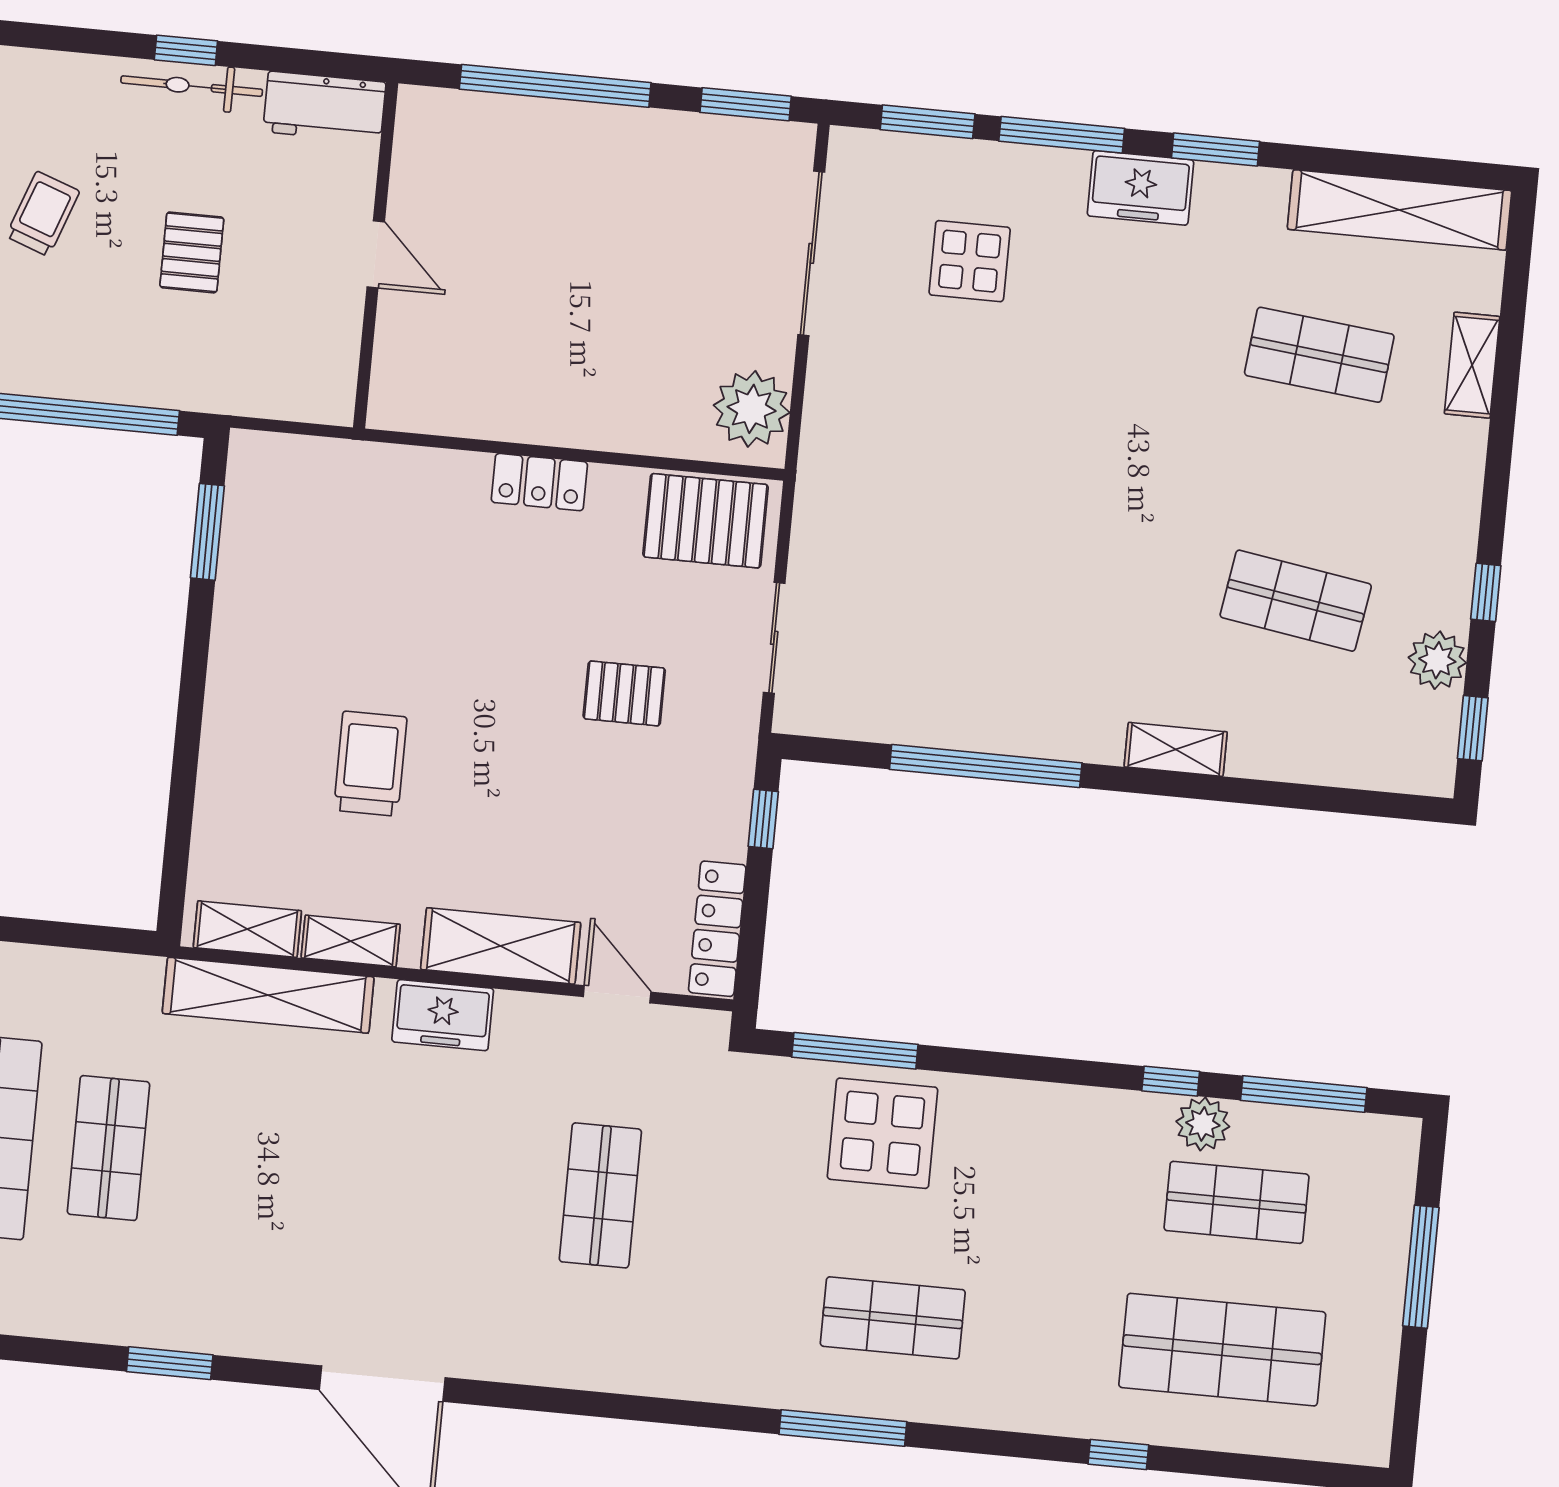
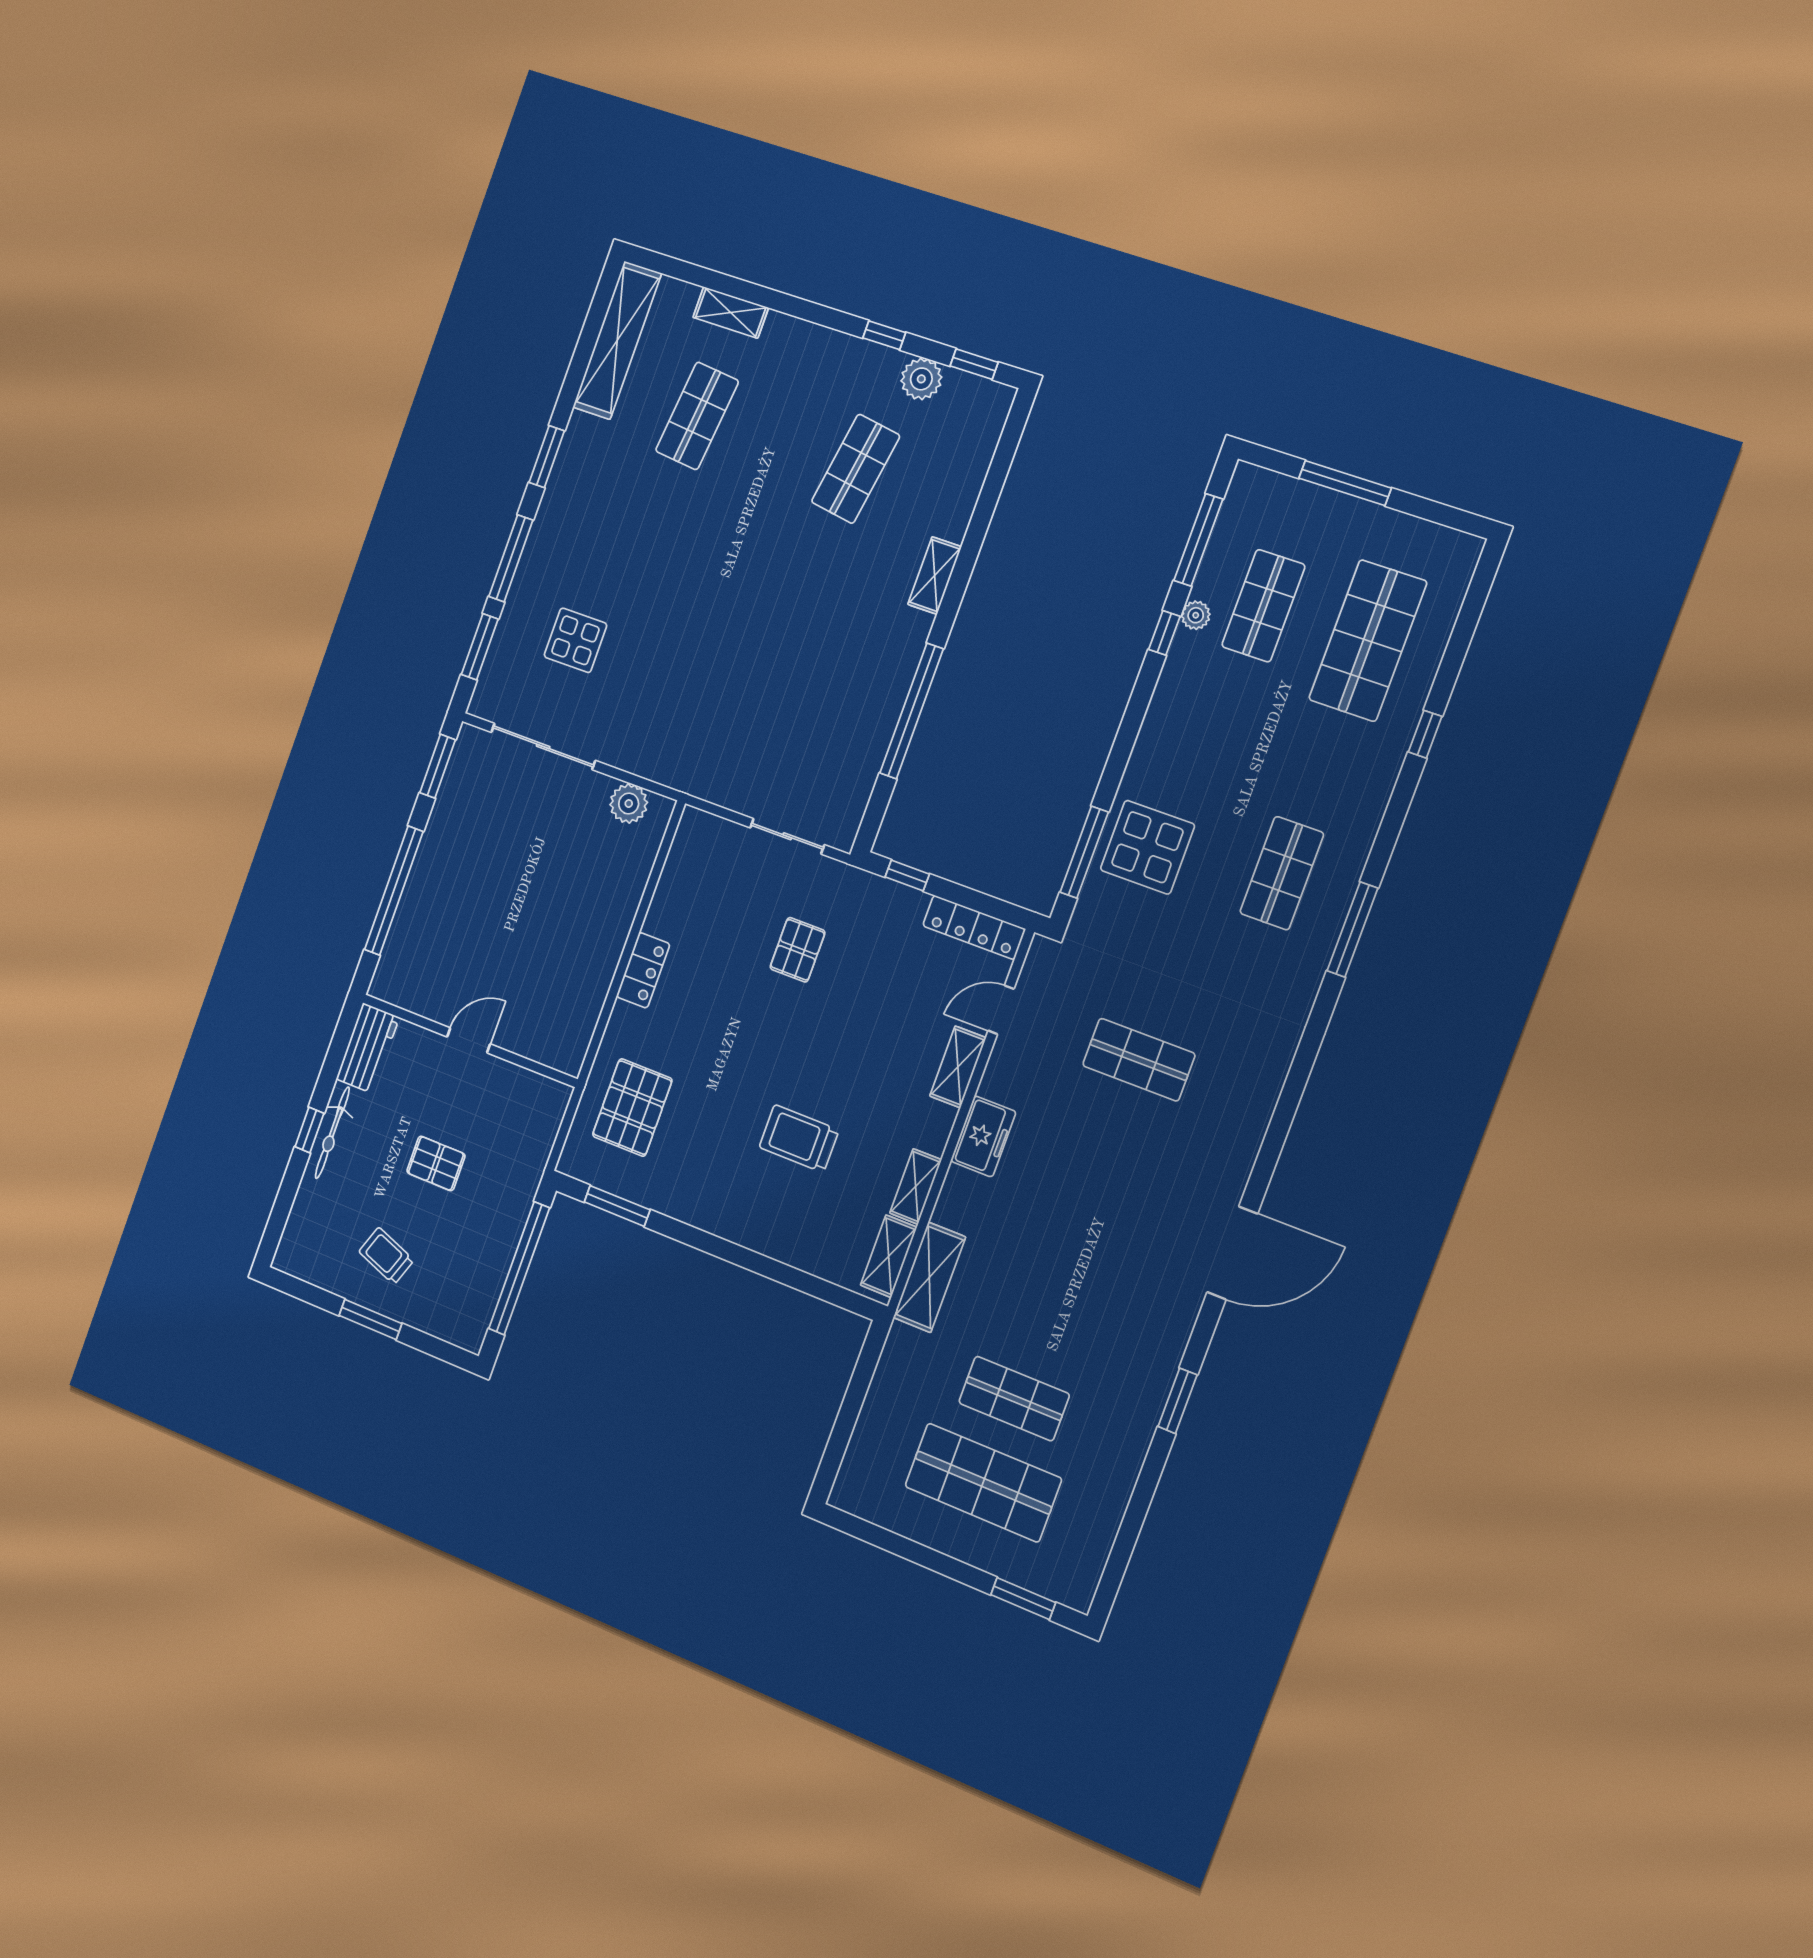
freezer: (1140, 188) -> (558, 513), removed
plant: (752, 409) -> (629, 804), width x0.73, depth x0.73
pallet: (706, 521) -> (632, 1108), moved
shelving: (501, 946) -> (958, 1067), width x0.67, depth x0.75
shelving: (268, 995) -> (929, 1277), width x0.68
plant: (1203, 1124) -> (1196, 615), width x0.73, depth x0.73

